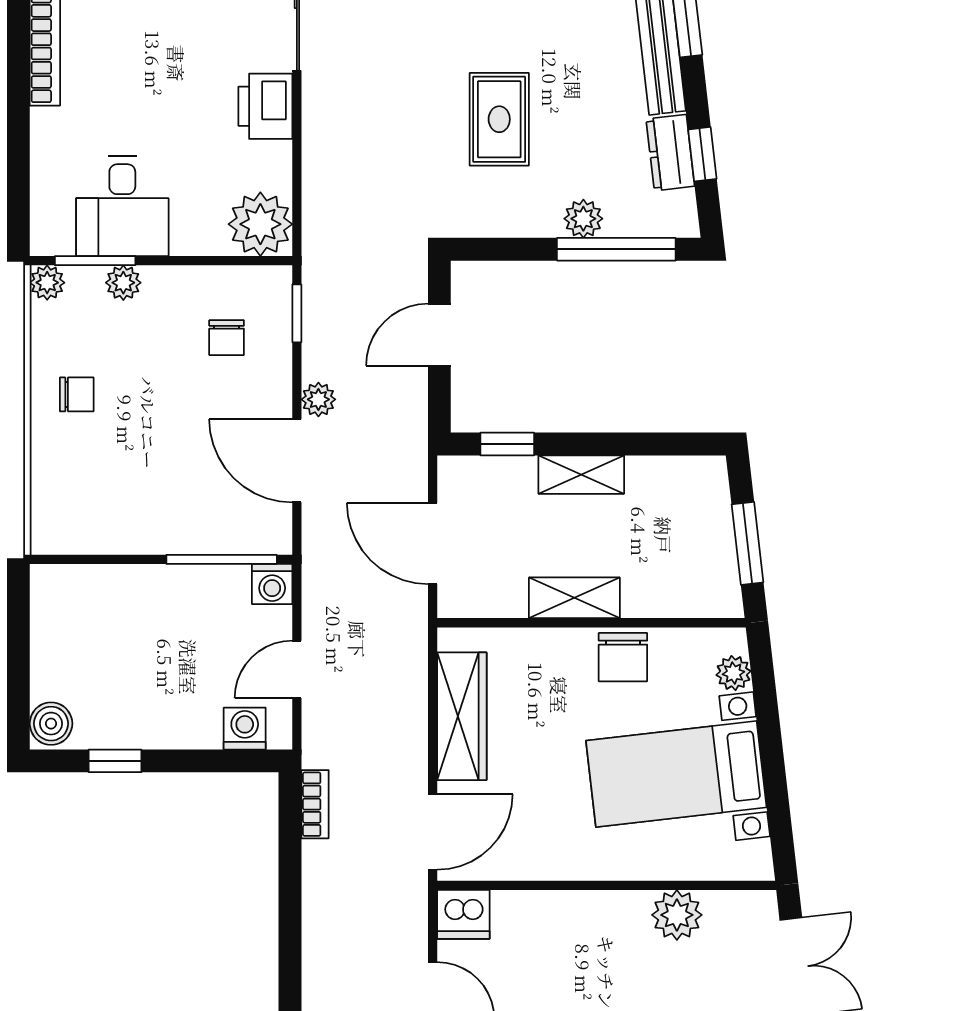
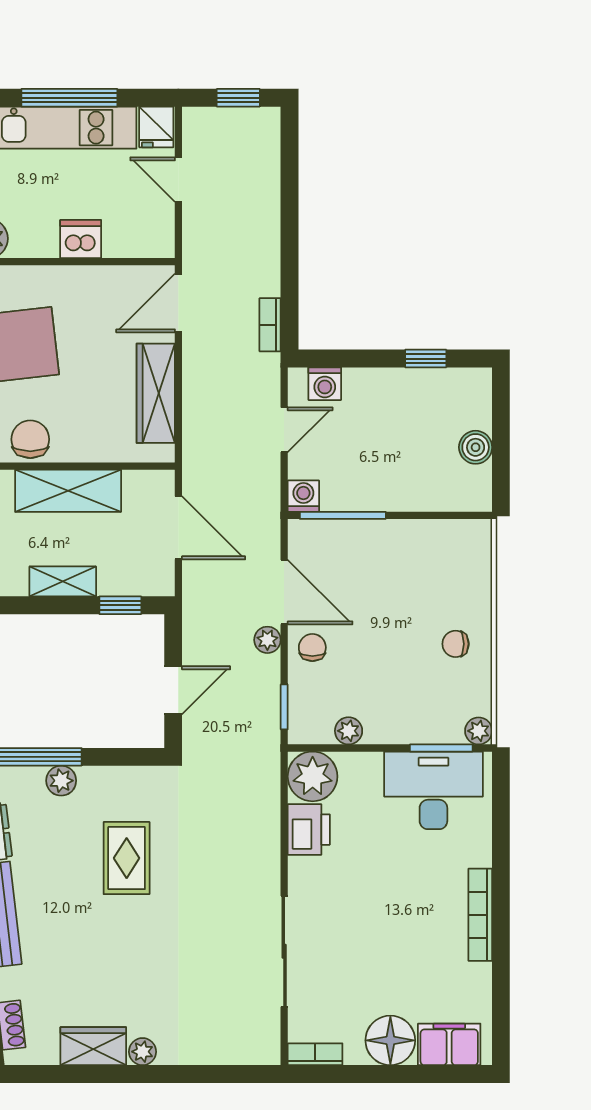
printer: (265, 106) -> (309, 830), moved
desk: (122, 206) -> (433, 790), width x1.37
plant: (123, 283) -> (349, 731), moved
chair: (227, 338) -> (312, 647), moved
shelving: (574, 598) -> (68, 491), width x1.50, depth x1.33
boiler: (51, 724) -> (476, 447), moved
dishwasher: (463, 914) -> (81, 239), moved

